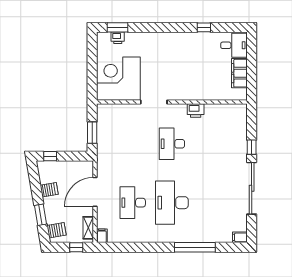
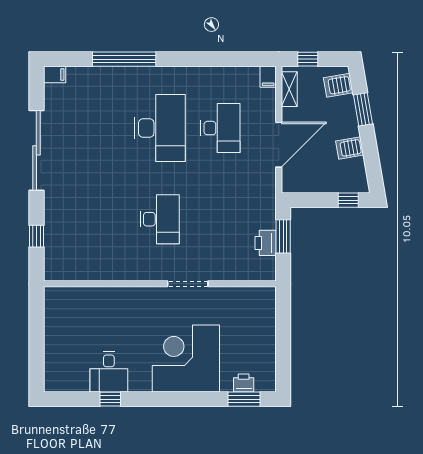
desk: (234, 45) -> (109, 372), moved, turned -90
filing cabinet: (239, 73) -> (55, 328), removed
corner desk: (118, 79) -> (186, 359), moved, turned 180
printer: (196, 111) -> (266, 243), moved, turned -90
window: (252, 147) -> (36, 236), moved

